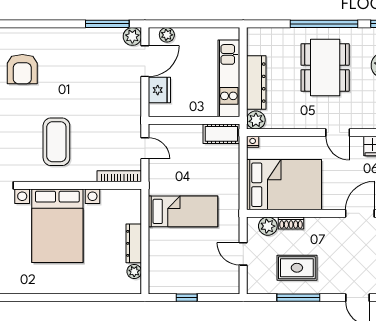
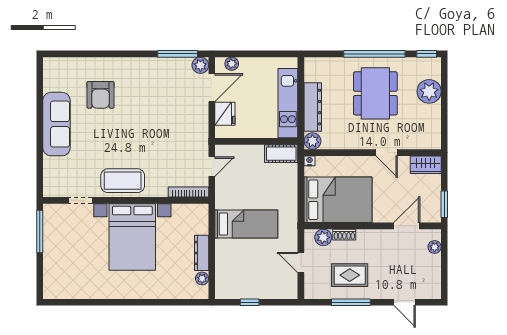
coffee table: (56, 142) -> (123, 181), moved, turned 90
door: (145, 148) -> (212, 167), hinge flipped

